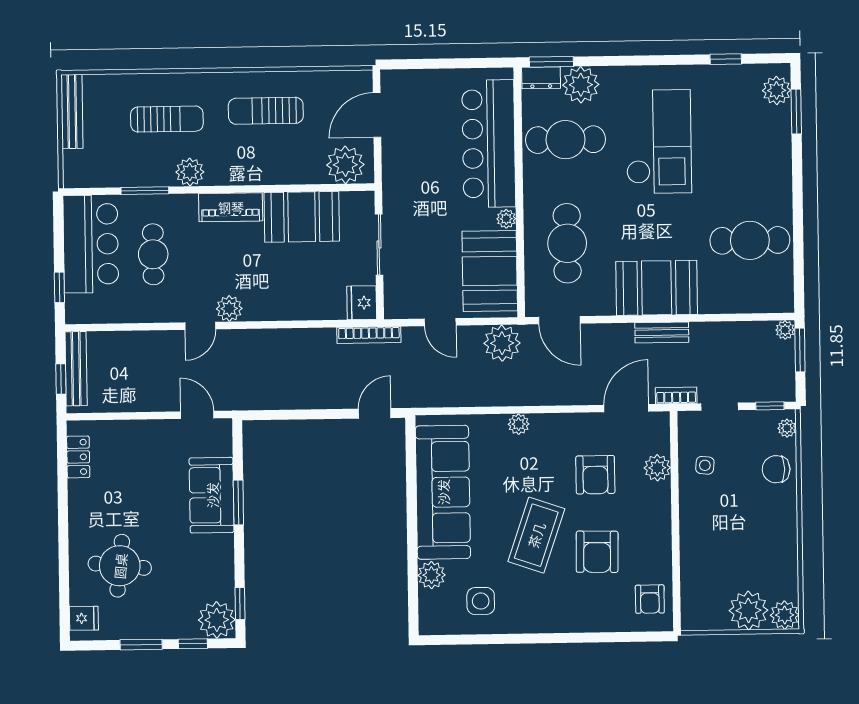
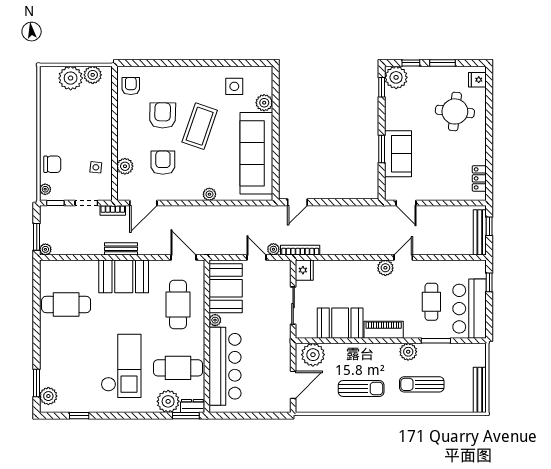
checkout: (659, 142) -> (121, 366), turned 180
plant: (502, 343) -> (273, 249), moved, width x0.53, depth x0.53
plant: (785, 615) -> (93, 75), moved

